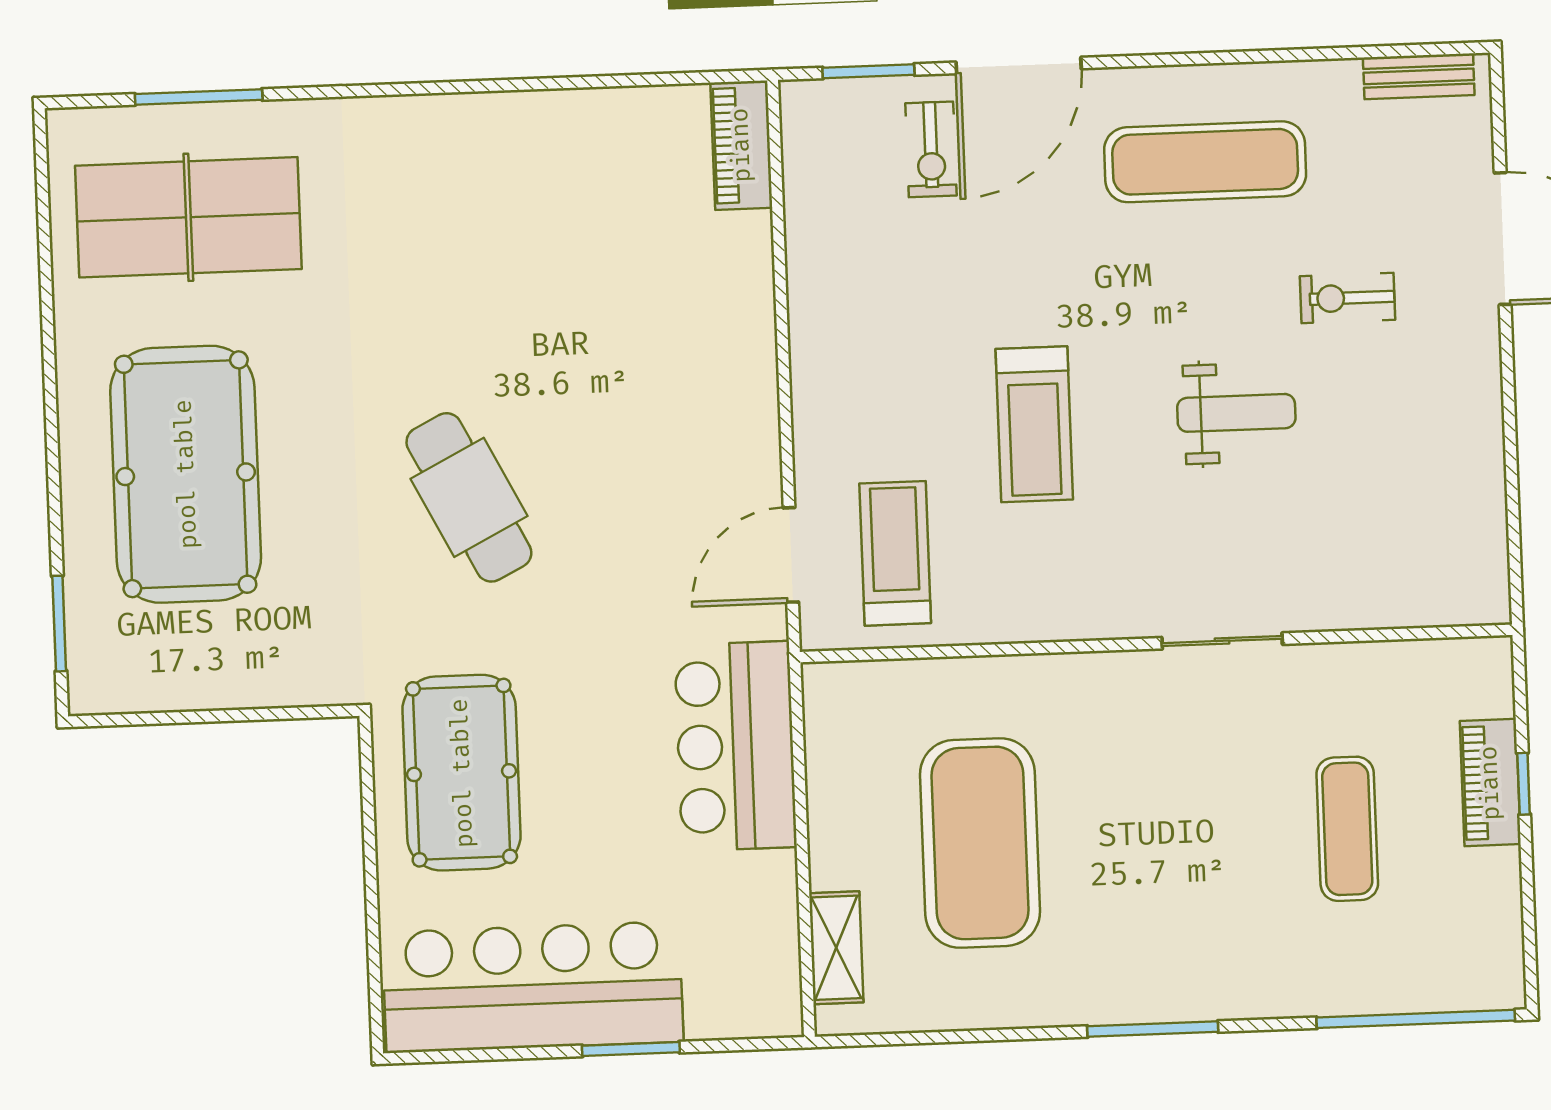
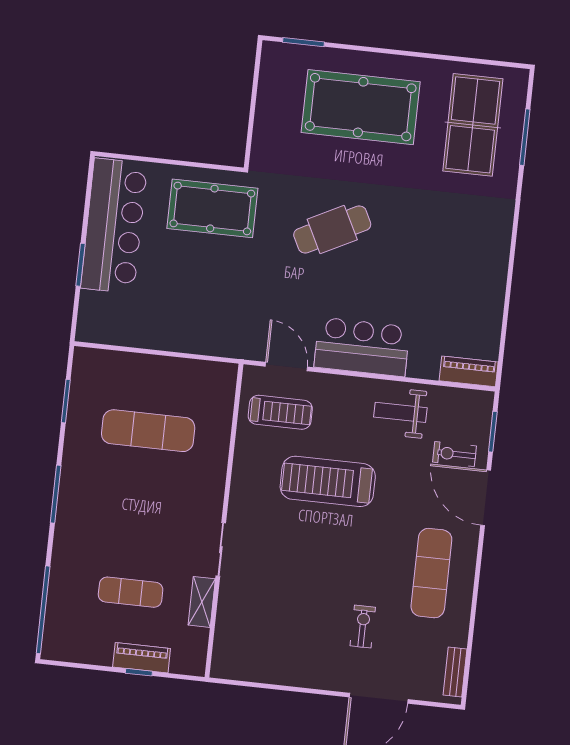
weight bench: (1236, 413) -> (400, 412), moved, turned 90
treadmill: (1034, 424) -> (328, 481), width x1.37, depth x1.38
bar counter: (736, 746) -> (362, 347), moved
exercise mat: (980, 843) -> (148, 431), width x0.68
shelving: (836, 948) -> (202, 602), moved, turned 90
window: (941, 1037) -> (66, 401), added

